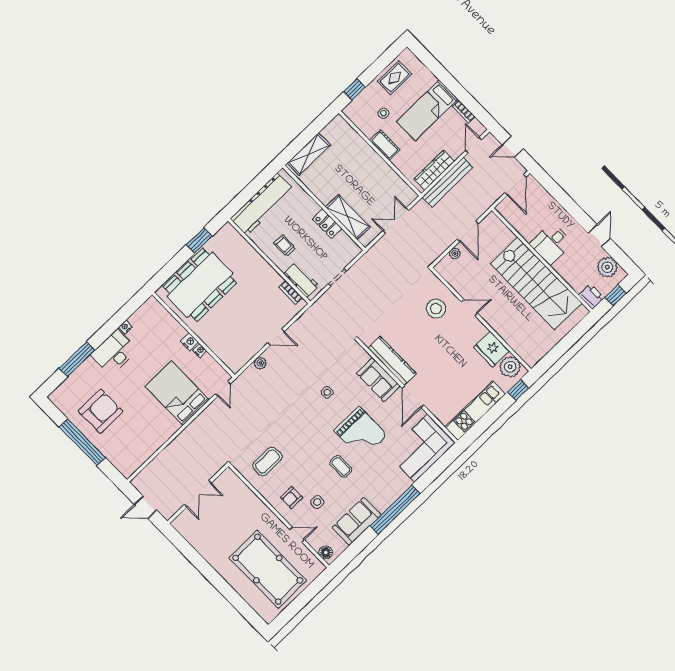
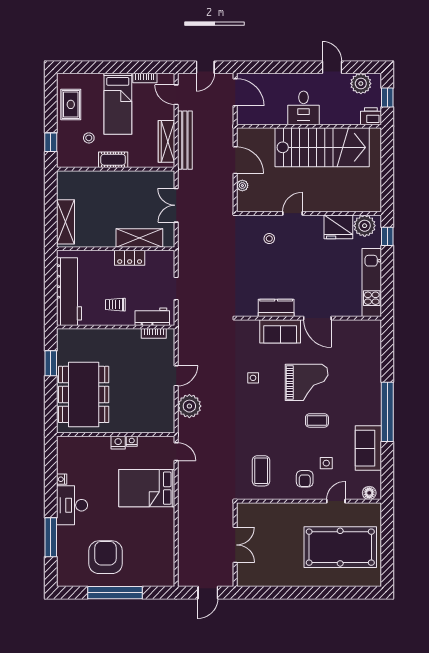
stool: (436, 309) -> (269, 239), width x0.53, depth x0.53
kitchen counter: (392, 361) -> (276, 308), width x0.67
plant: (260, 363) -> (189, 406), width x1.88, depth x1.88
corner sofa: (421, 448) -> (361, 349), removed

